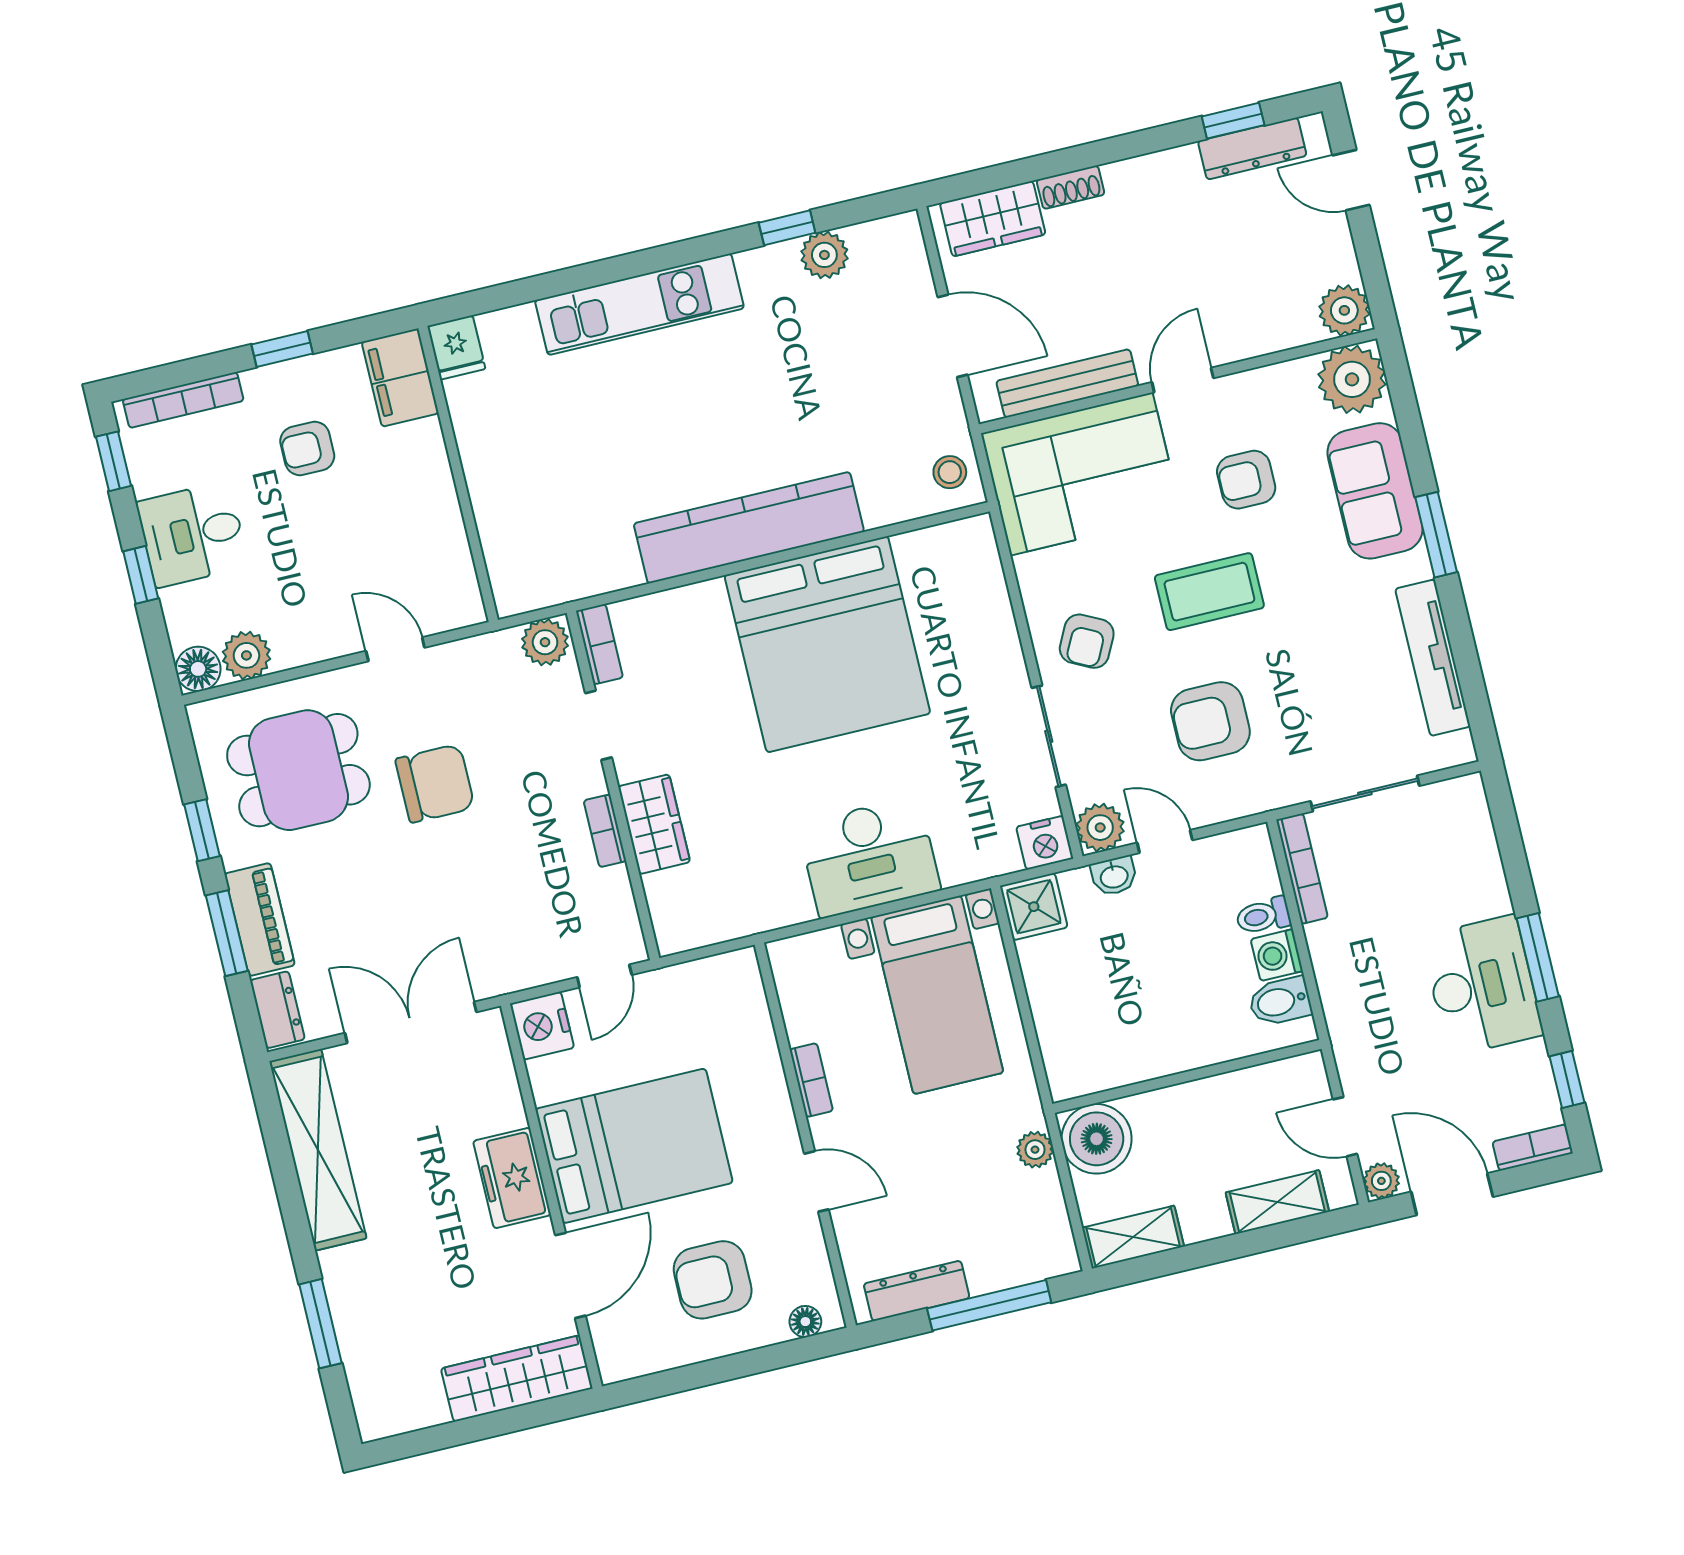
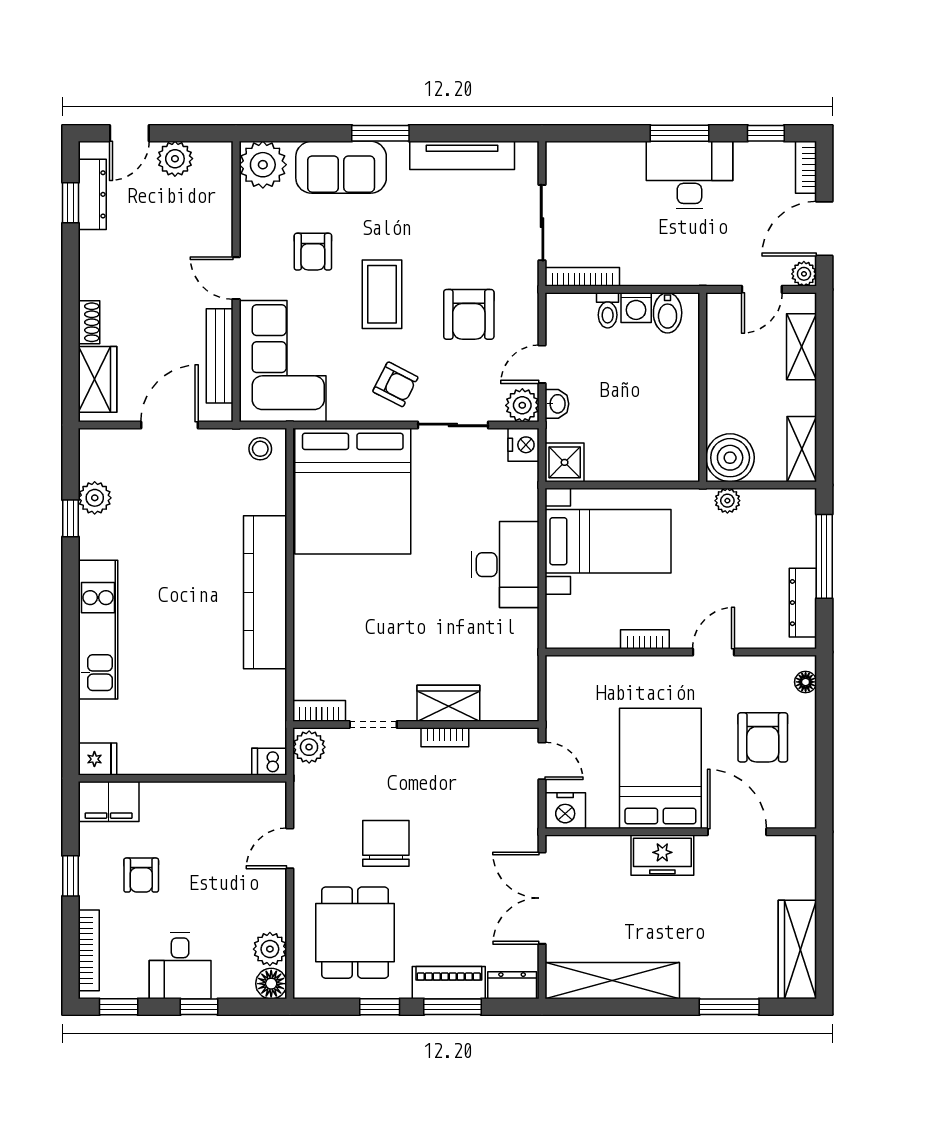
plant: (1344, 310) -> (175, 159), moved
dishwasher: (511, 591) -> (269, 762), added
bed: (827, 644) -> (353, 491), moved, turned 90
wardrobe: (517, 1379) -> (797, 949), moved

